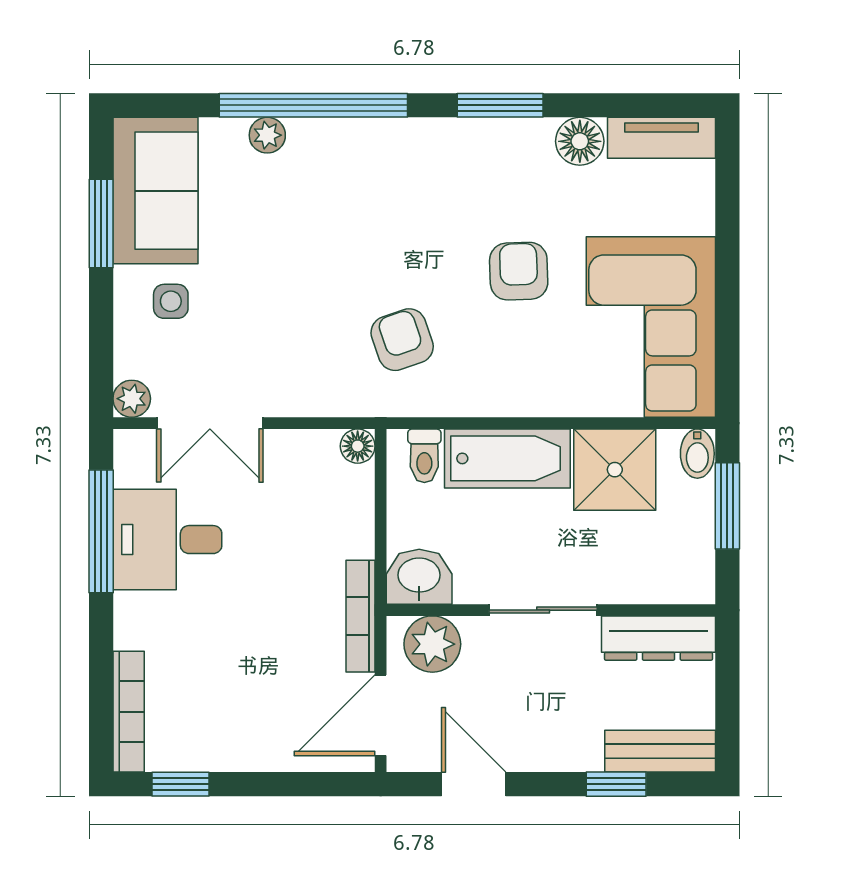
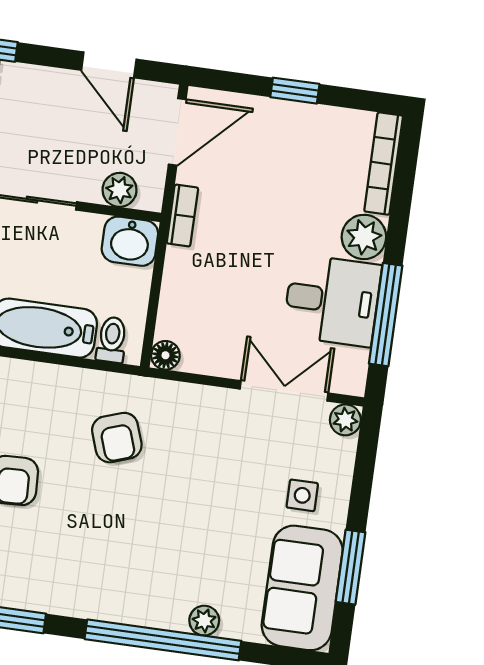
bookcase: (361, 616) -> (182, 216), width x0.64
plant: (140, 621) -> (364, 237), added
plant: (432, 644) -> (120, 190), width x0.73, depth x0.73
window: (180, 784) -> (295, 91), moved

